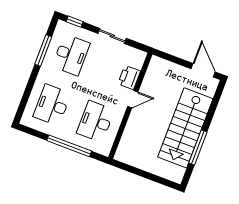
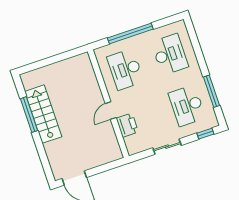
desk: (96, 121) -> (125, 69), turned 180
stairs: (185, 128) -> (43, 114), width x0.73, depth x0.66

